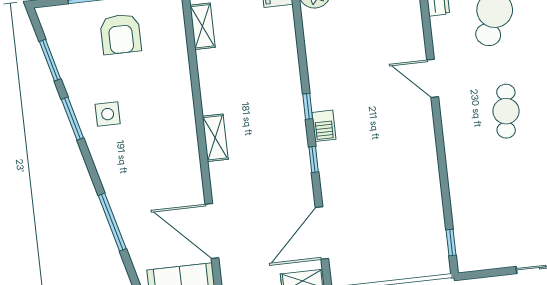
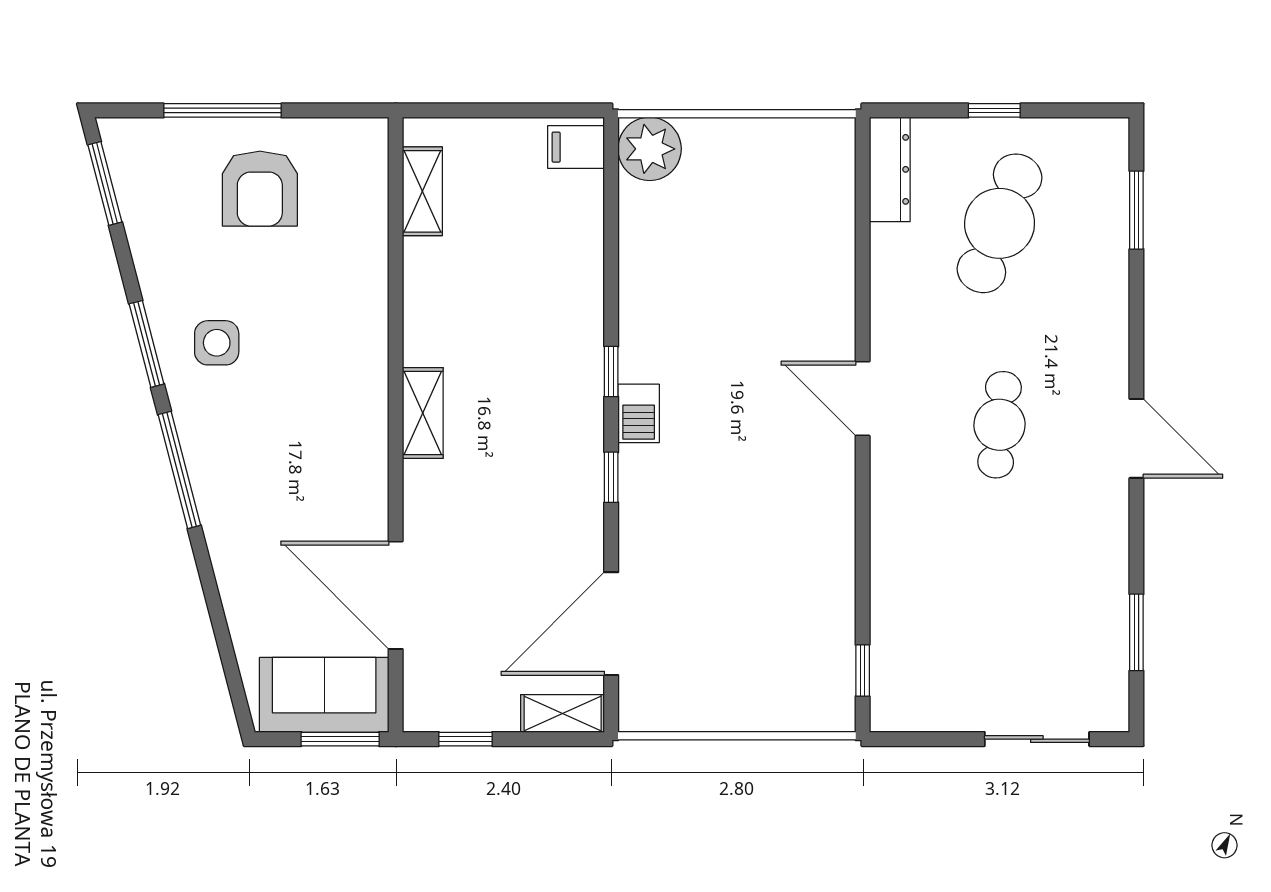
window: (50, 60) -> (105, 183), moved
door: (433, 78) -> (863, 399), moved
window: (112, 222) -> (179, 470), moved

